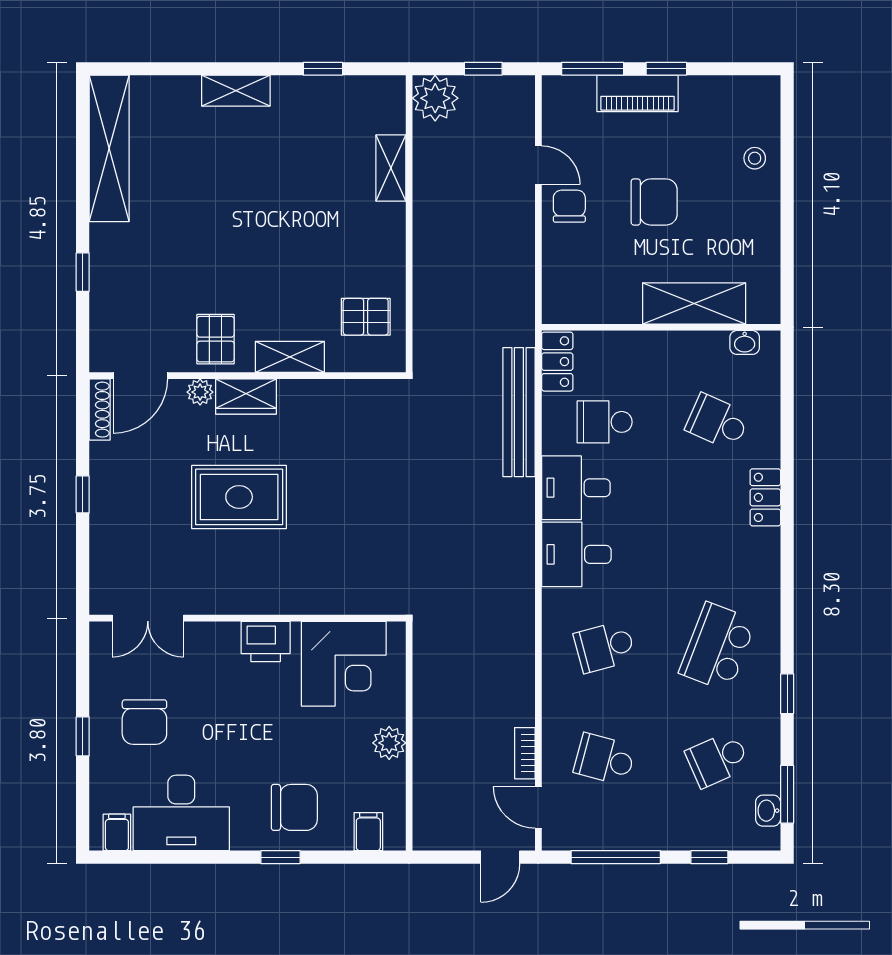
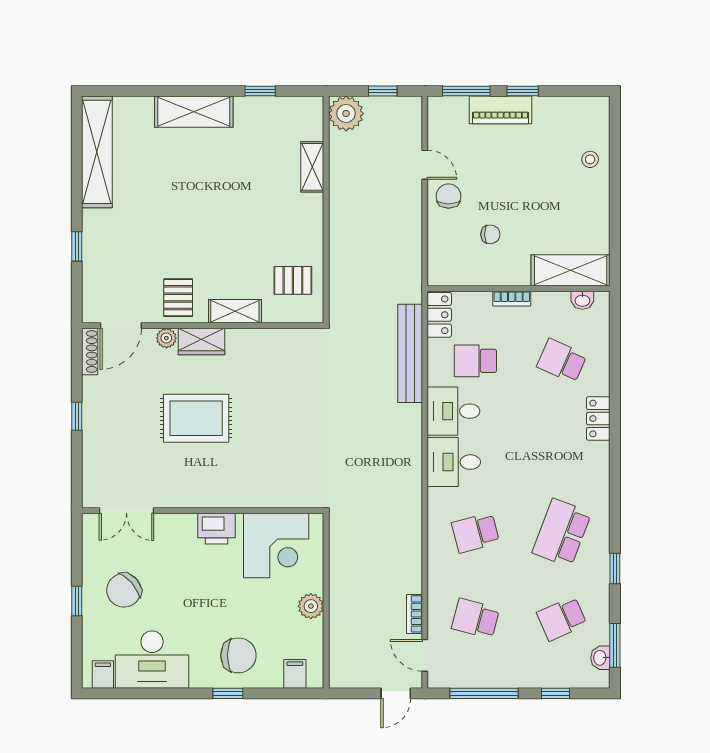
shelving: (236, 91) -> (194, 112), width x1.50, depth x1.33
chair: (654, 202) -> (490, 234), moved, width x0.54, depth x0.54
shelving: (694, 303) -> (571, 270), moved
bookcase: (652, 340) -> (512, 299), added
chair: (144, 722) -> (124, 590), turned 49

